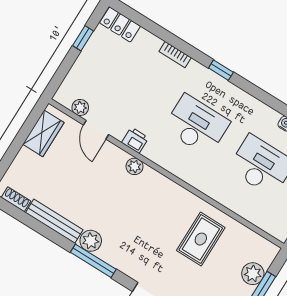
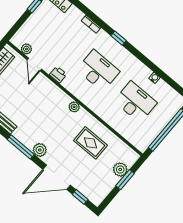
plant: (135, 166) -> (74, 107), moved
rug: (201, 239) -> (91, 143), turned 90
plant: (91, 241) -> (40, 150), moved

